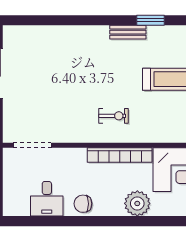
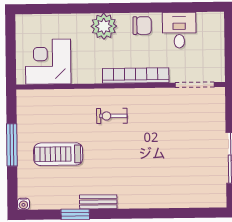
bookcase: (120, 155) -> (136, 76), moved
plant: (137, 203) -> (104, 26), moved

